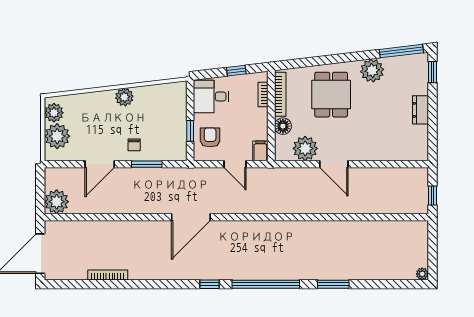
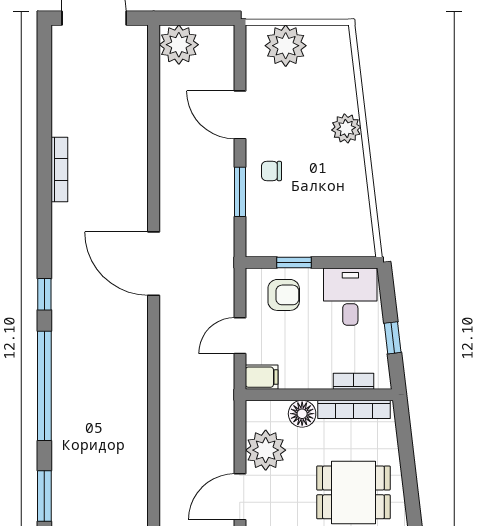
plant: (124, 97) -> (346, 128), moved
plant: (54, 113) -> (324, 40), removed
bookcase: (108, 275) -> (59, 169), moved

